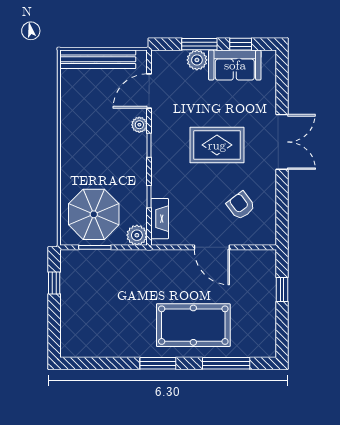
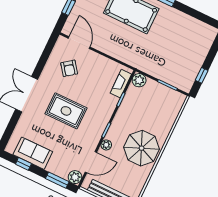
window: (199, 44) -> (57, 180), moved
plant: (197, 60) -> (75, 177), moved
parasol: (94, 214) -> (142, 148), moved
door: (212, 247) -> (79, 43), moved

